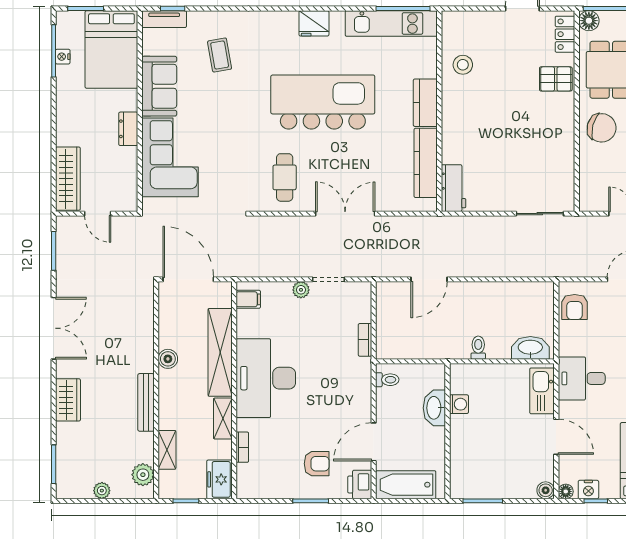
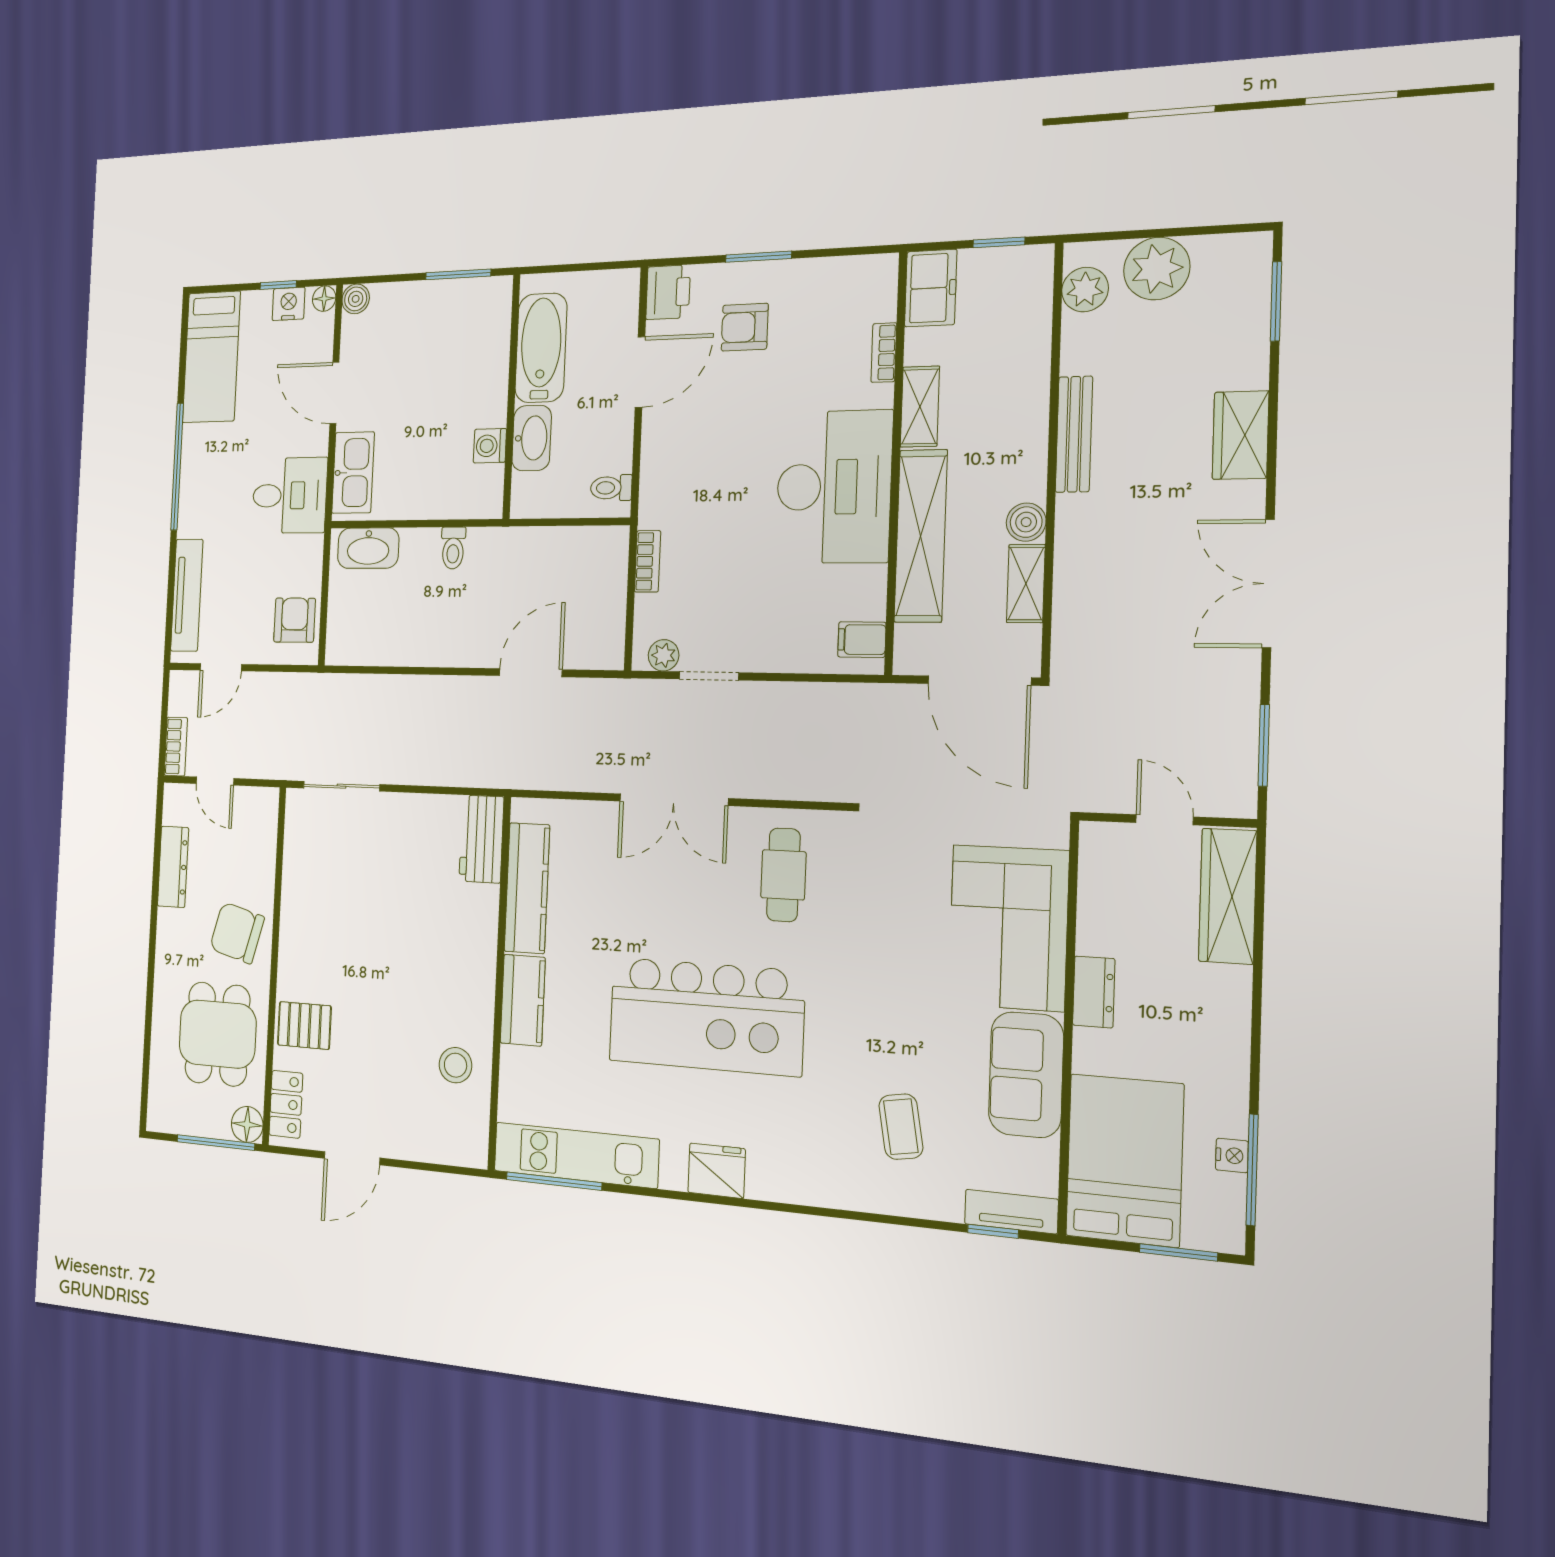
plant: (301, 290) -> (664, 655), moved
shelving: (167, 450) -> (1026, 584), moved
bathtub: (406, 485) -> (541, 348), moved, turned -90
plant: (102, 491) -> (1157, 269), width x1.88, depth x1.88

